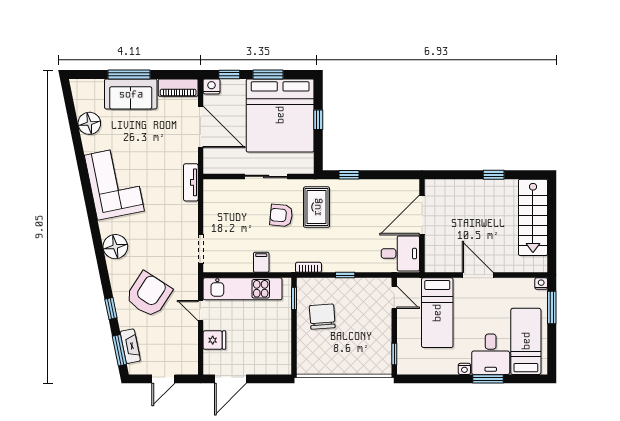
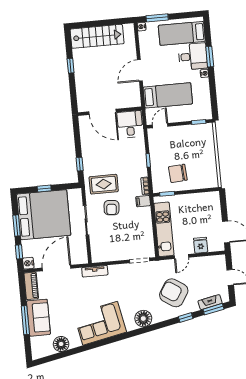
filing cabinet: (261, 262) -> (143, 201), moved

